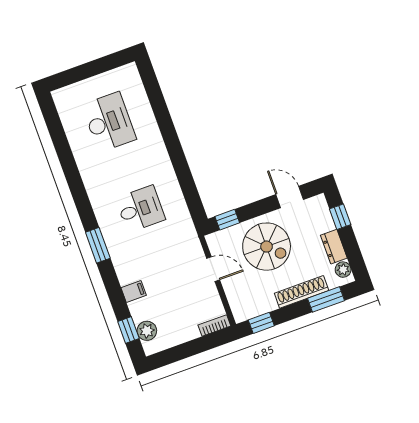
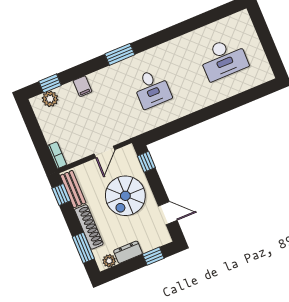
door: (290, 197) -> (168, 213), hinge flipped
bench: (256, 308) -> (73, 189), added

